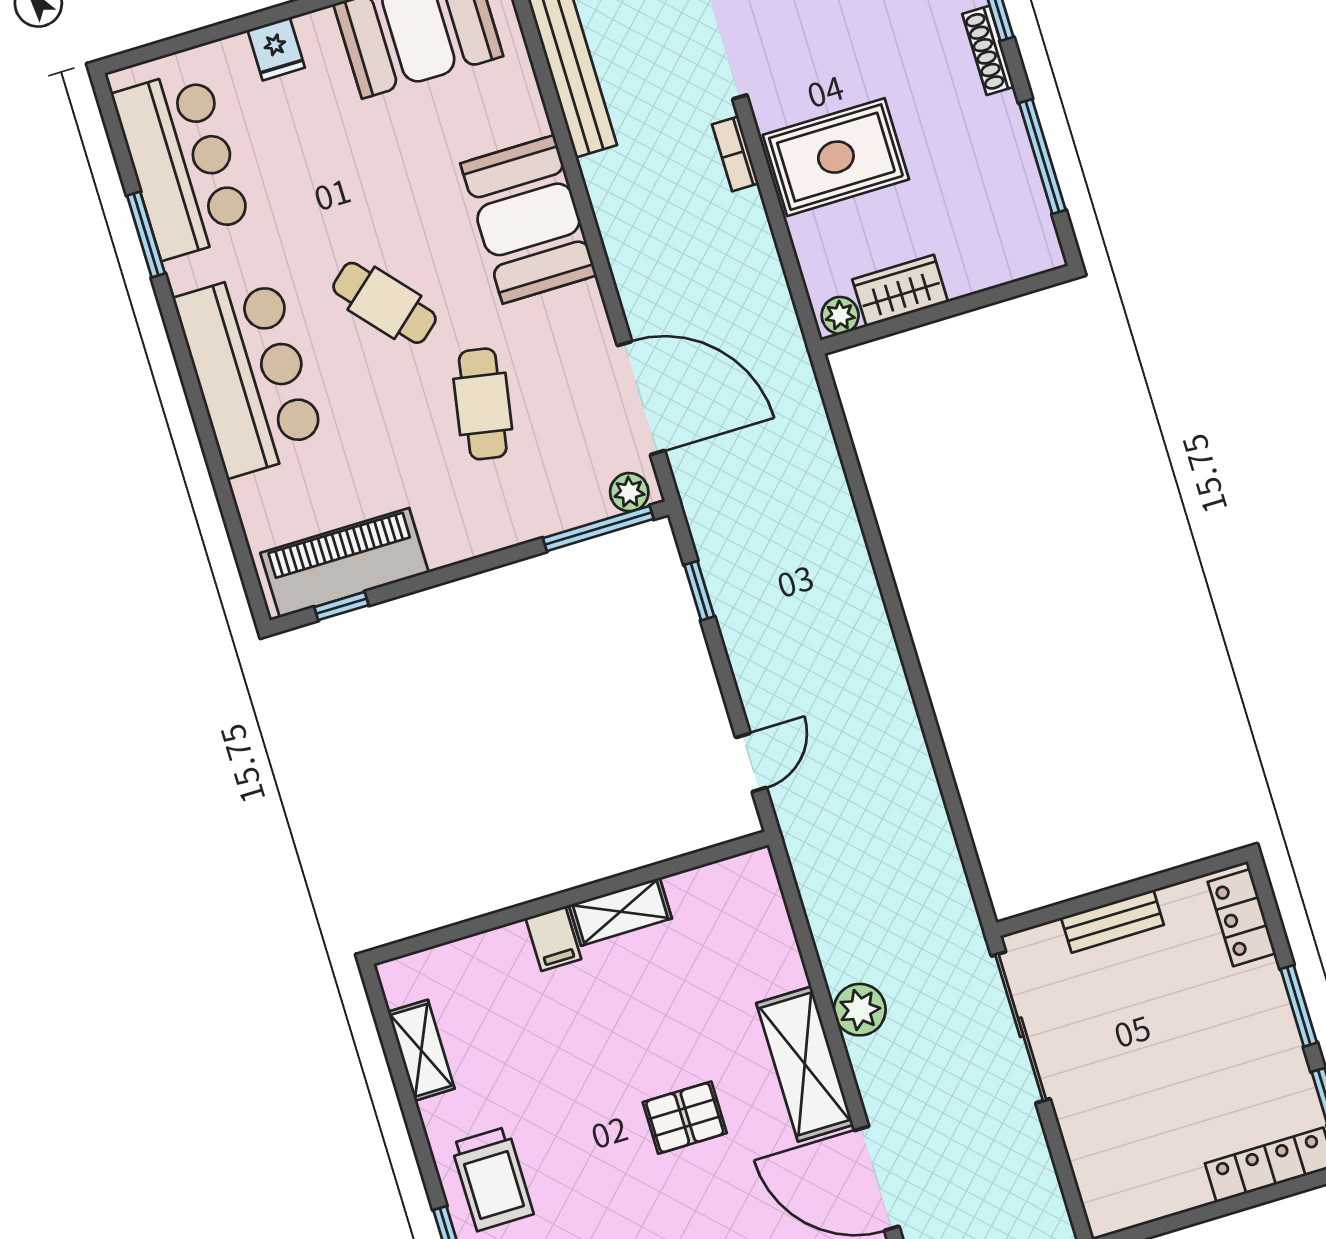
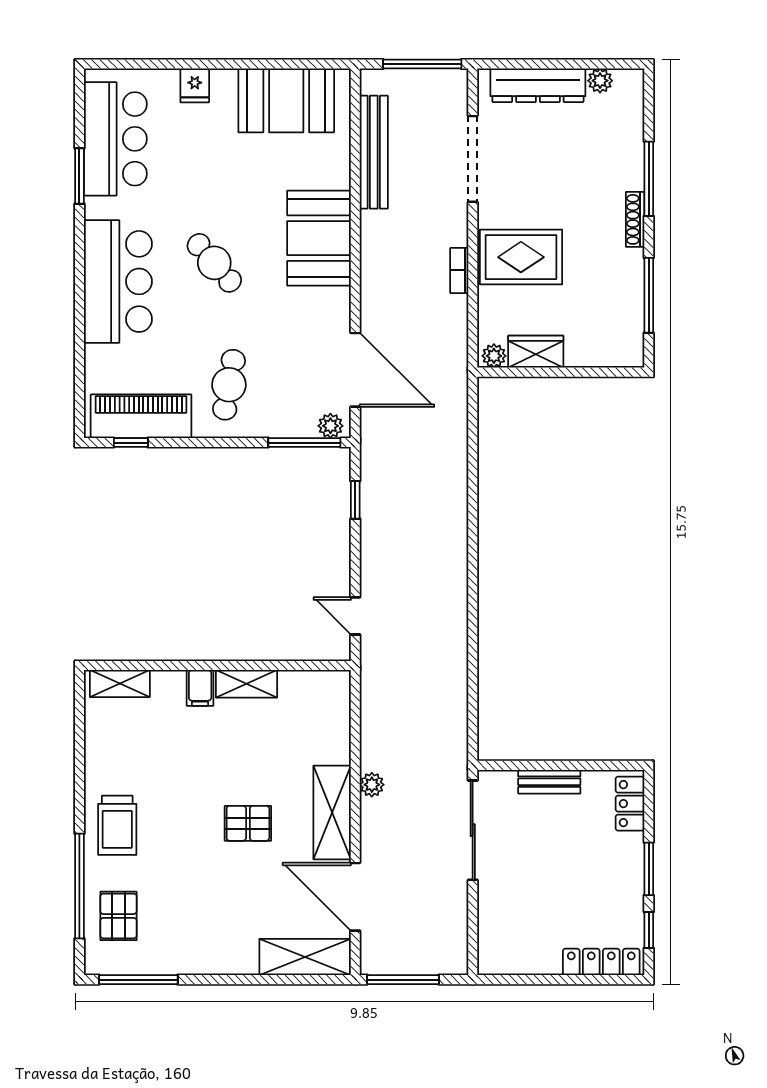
bookcase: (735, 154) -> (459, 270), moved
cafe table: (483, 404) -> (229, 385), moved
door: (751, 763) -> (355, 616), swing flipped
plant: (860, 1010) -> (372, 785), width x0.73, depth x0.73
shelving: (421, 1050) -> (120, 684), moved, turned 90

